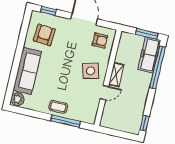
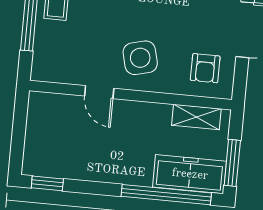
shelving: (116, 75) -> (196, 117), moved

